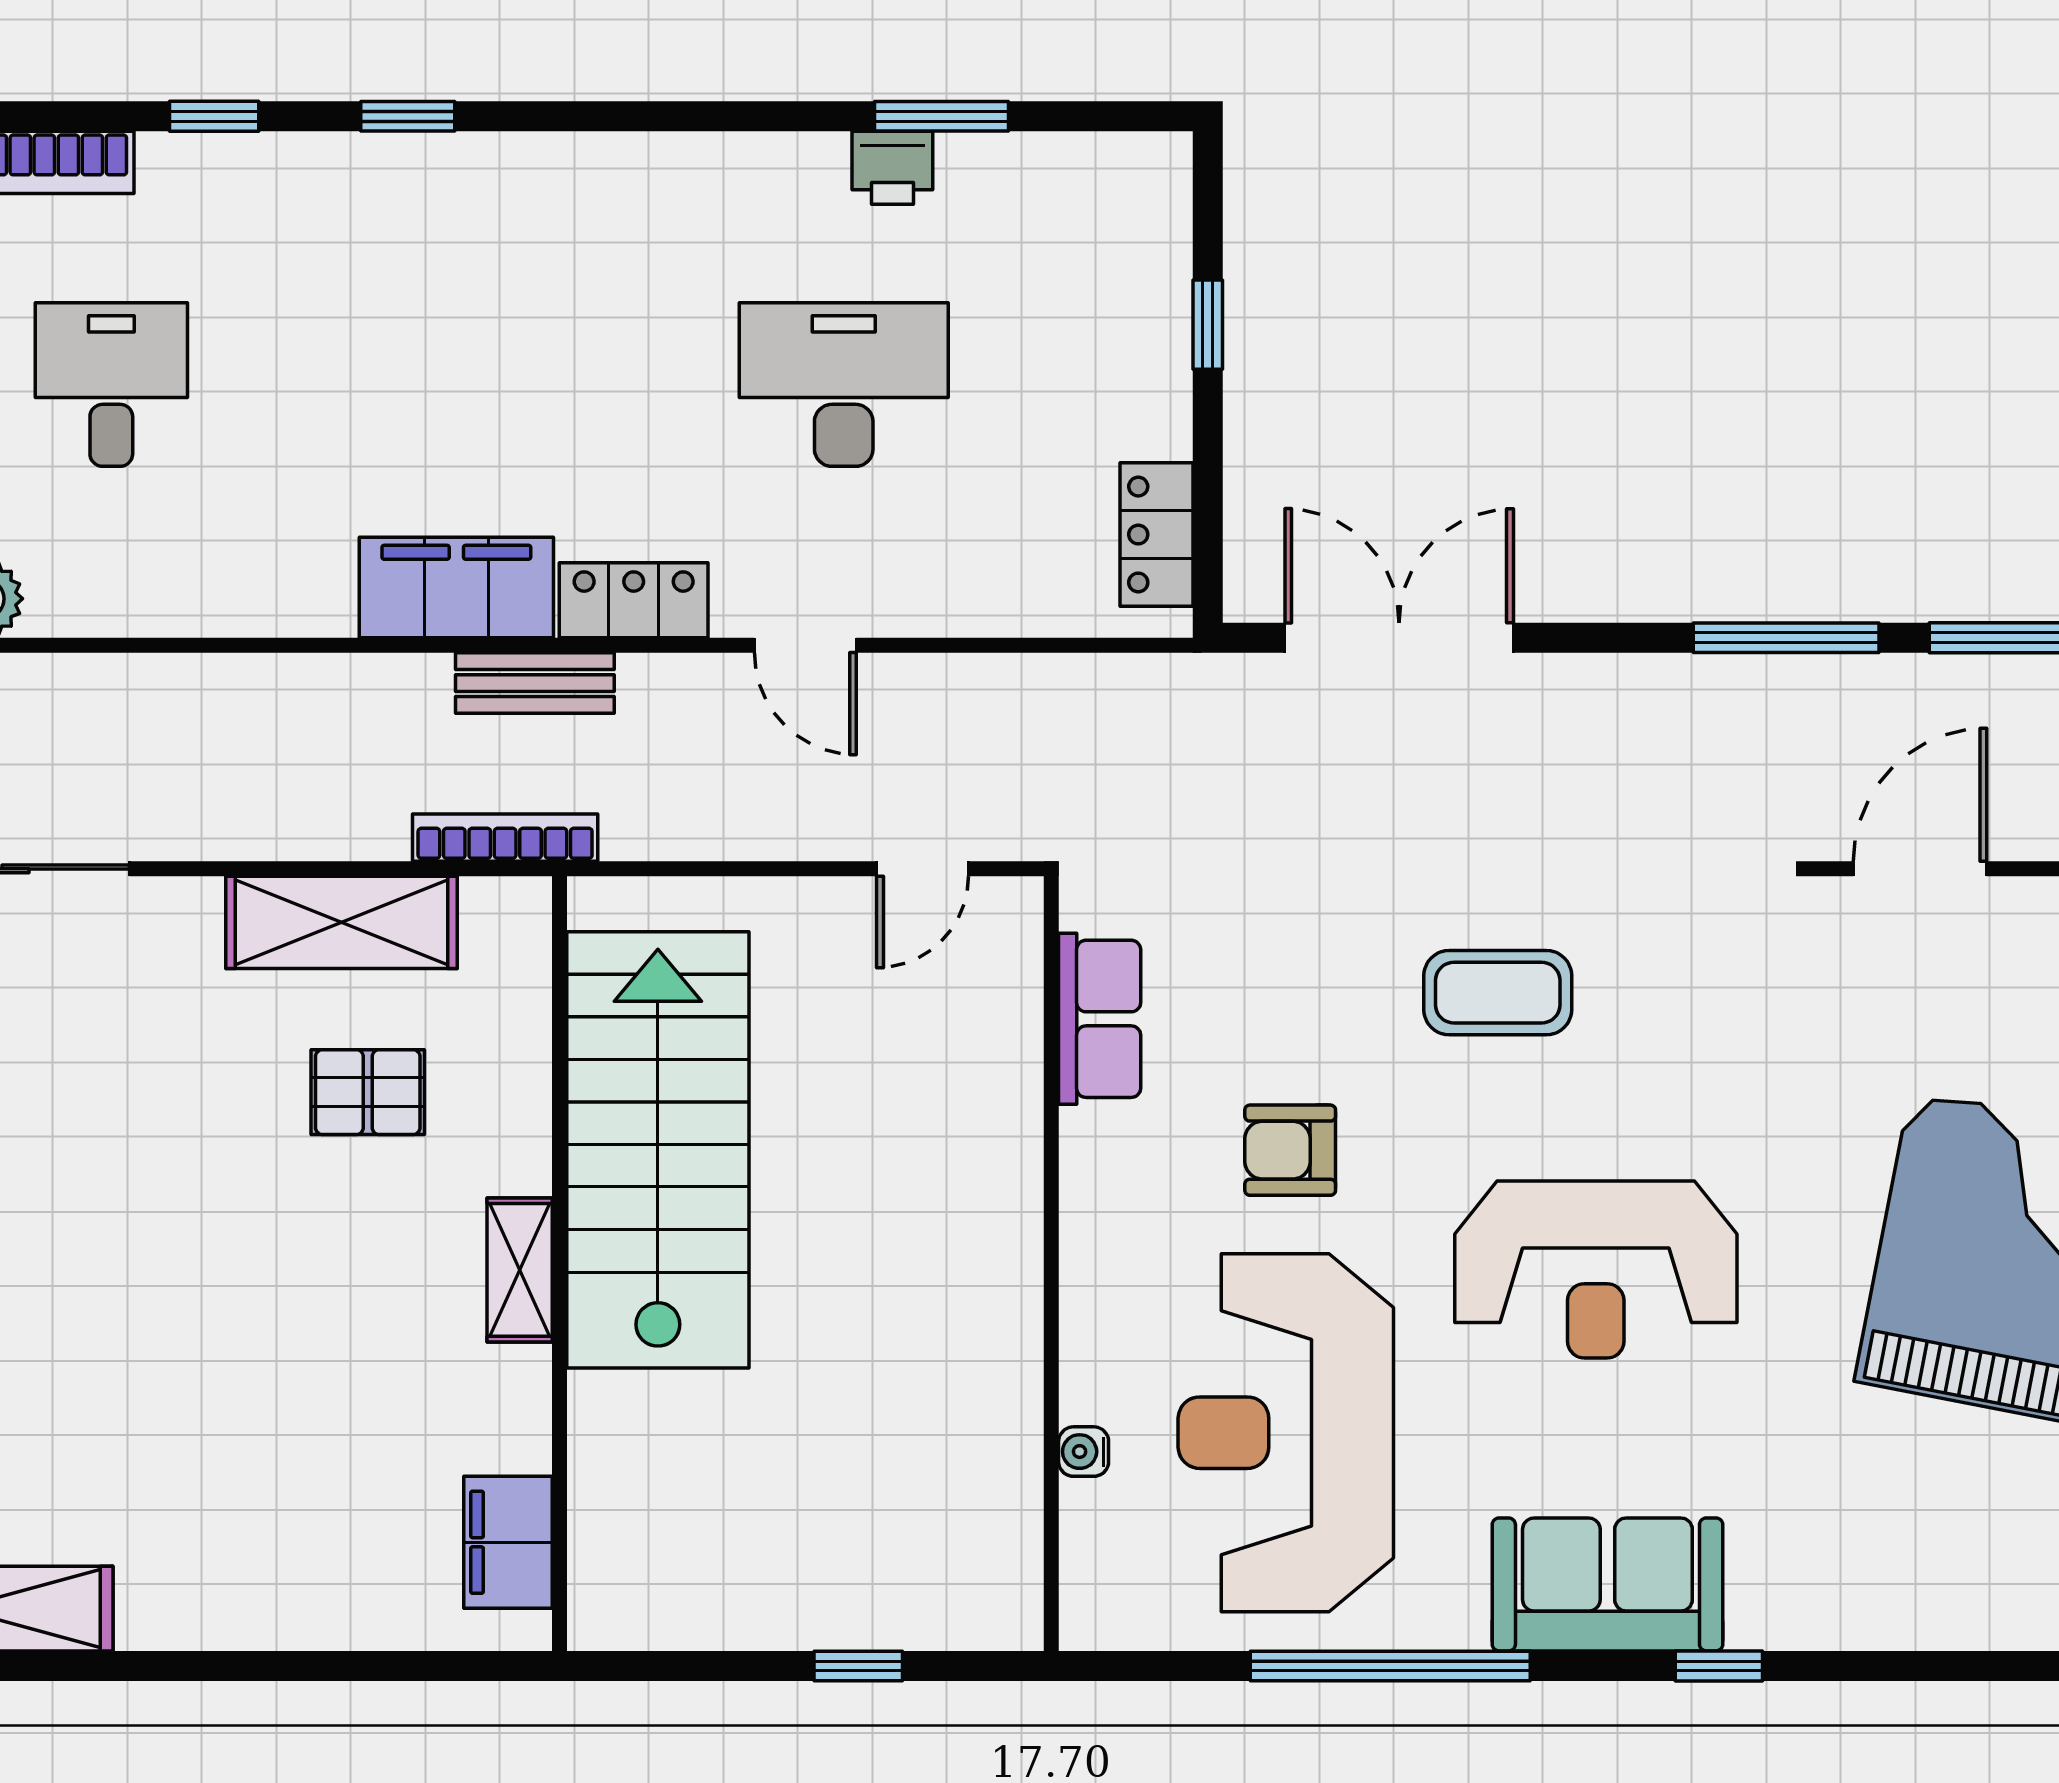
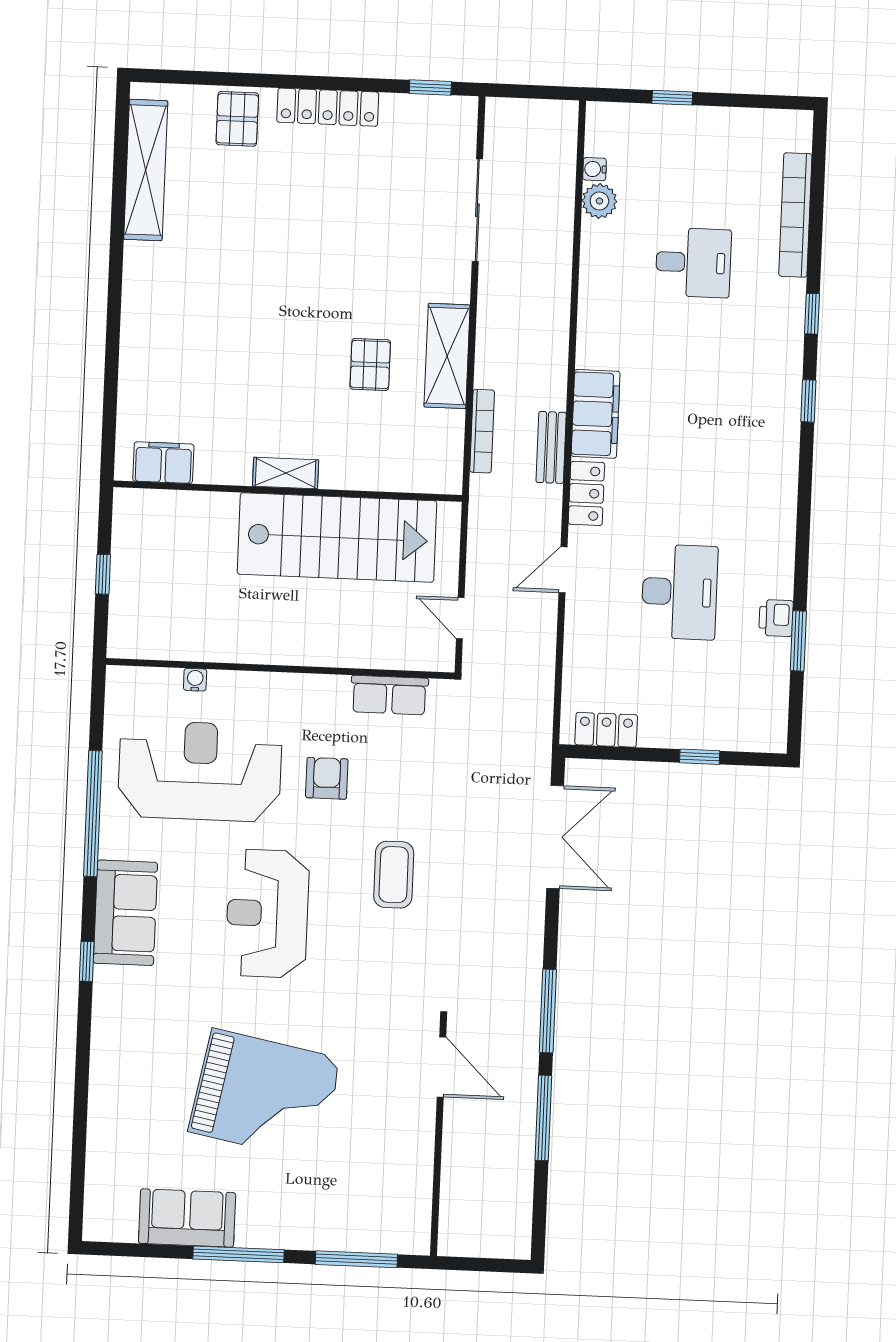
stairs: (658, 1150) -> (337, 537), moved
wall: (559, 1264) -> (288, 491), moved
shelving: (520, 1270) -> (286, 473), moved
filing cabinet: (508, 1542) -> (163, 463), moved

